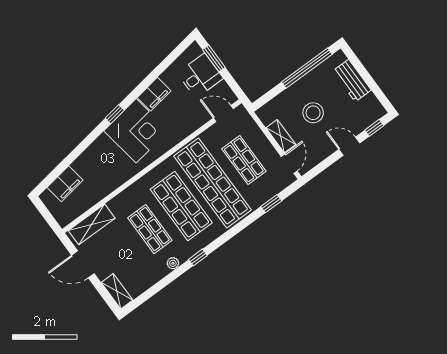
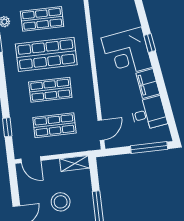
window: (214, 58) -> (149, 148), width x1.44
desk: (200, 76) -> (149, 113), moved, turned -99
shelving: (281, 136) -> (75, 163), moved
shop shelf: (213, 183) -> (50, 90), width x0.50, depth x0.74

